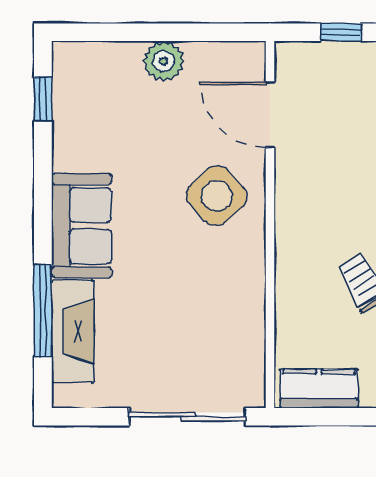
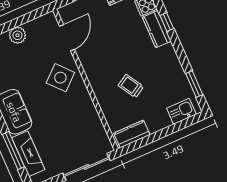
door: (270, 115) -> (67, 38), swing flipped

